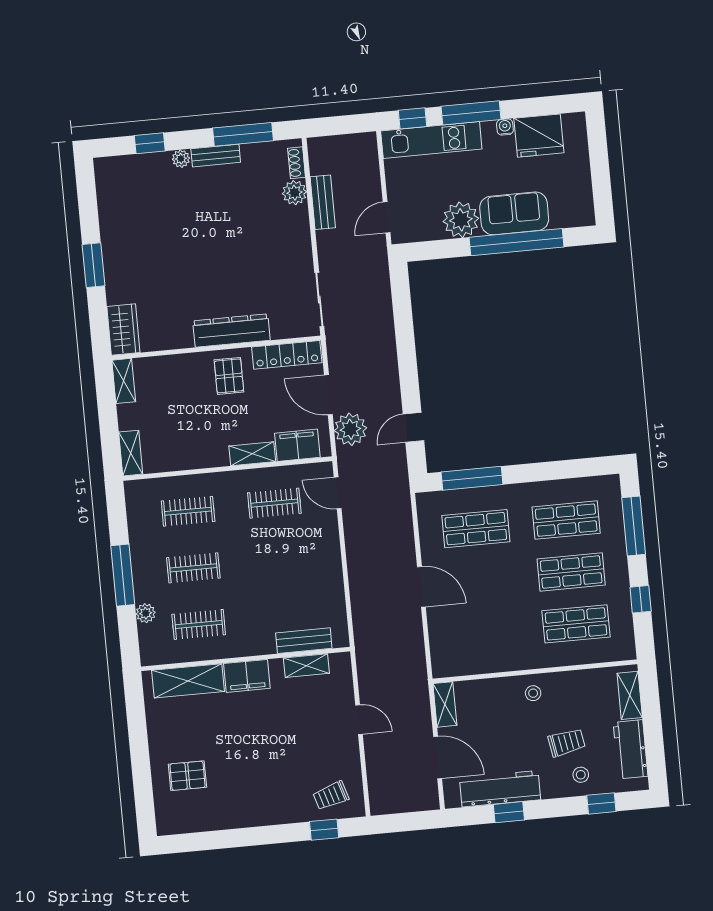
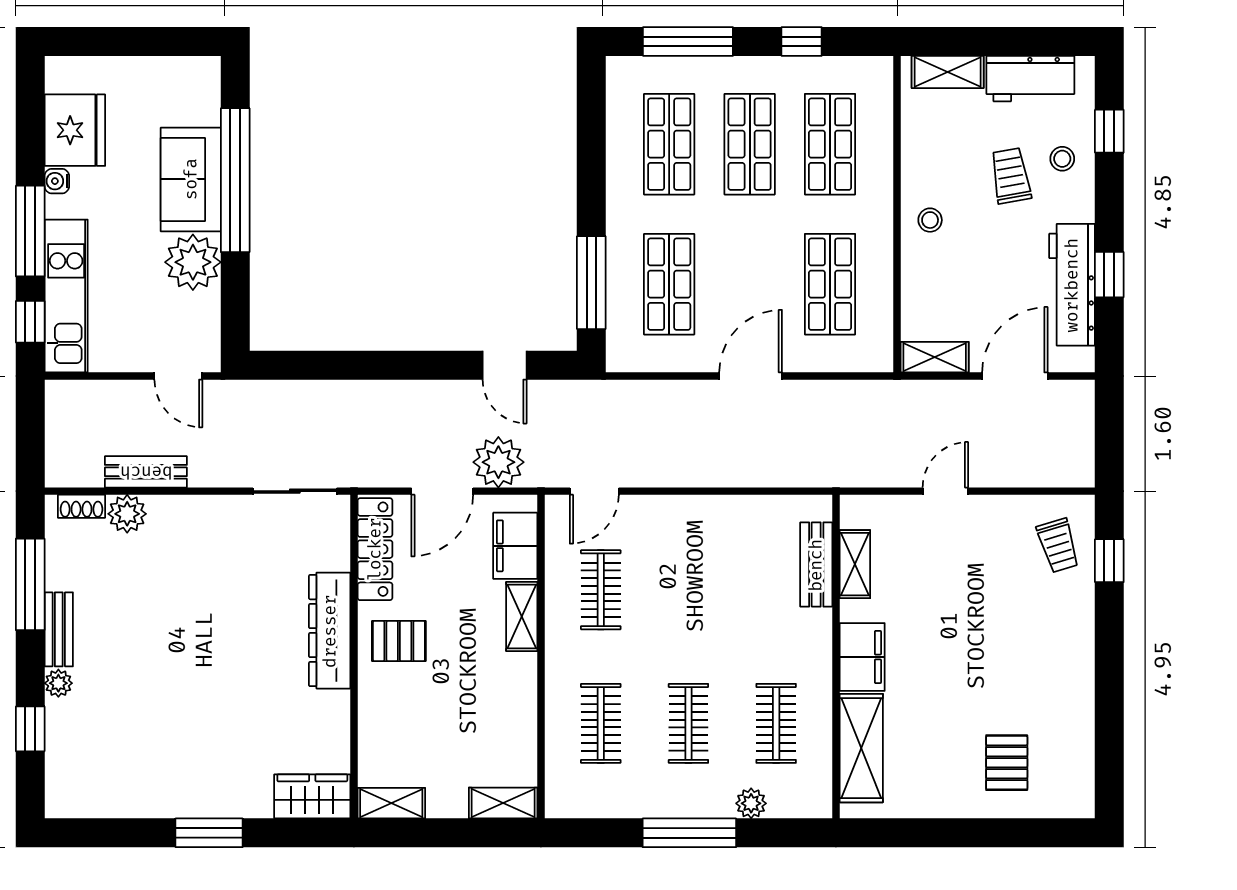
shop shelf: (486, 632) -> (830, 284), added

